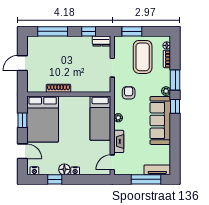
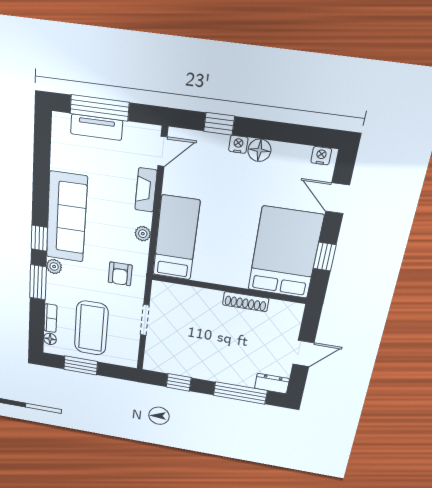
window: (132, 31) -> (81, 365), moved
dresser: (101, 41) -> (272, 383), moved
tv unit: (157, 170) -> (97, 127), moved
window: (55, 179) -> (219, 124), moved

